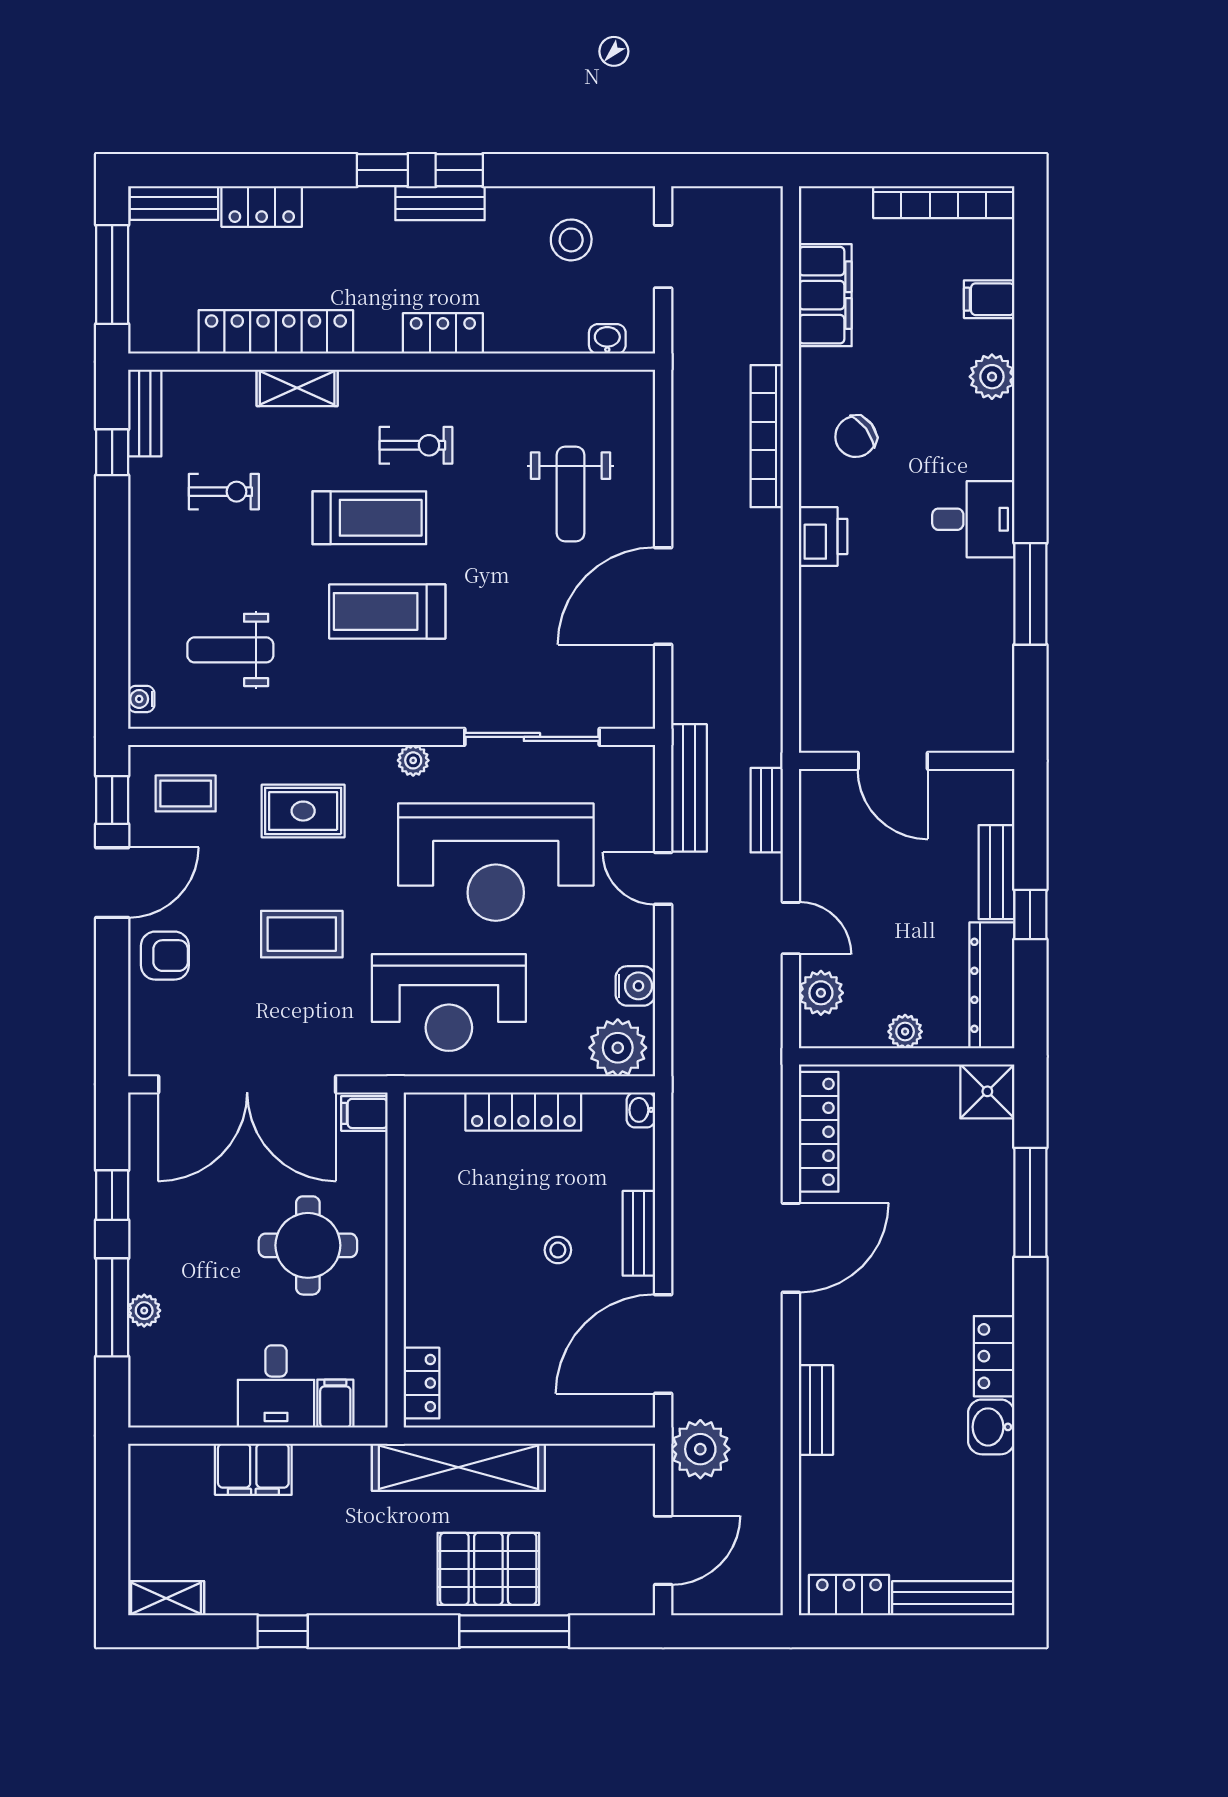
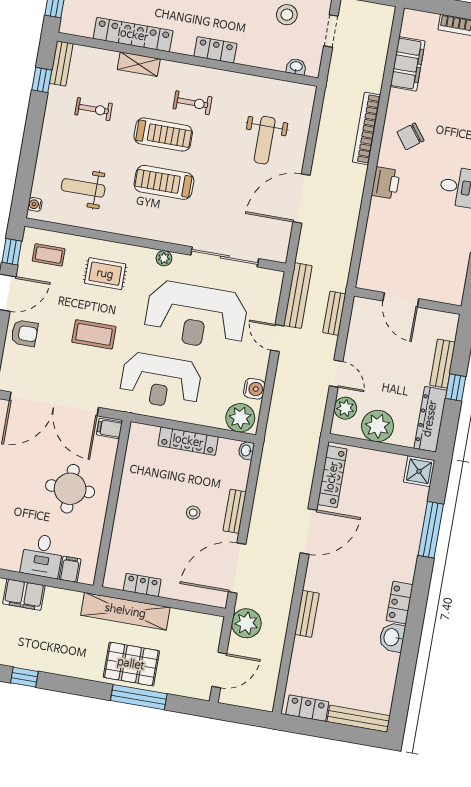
plant: (905, 1032) -> (378, 426), width x1.87, depth x1.87
locker: (421, 1383) -> (142, 585), moved, turned -90

